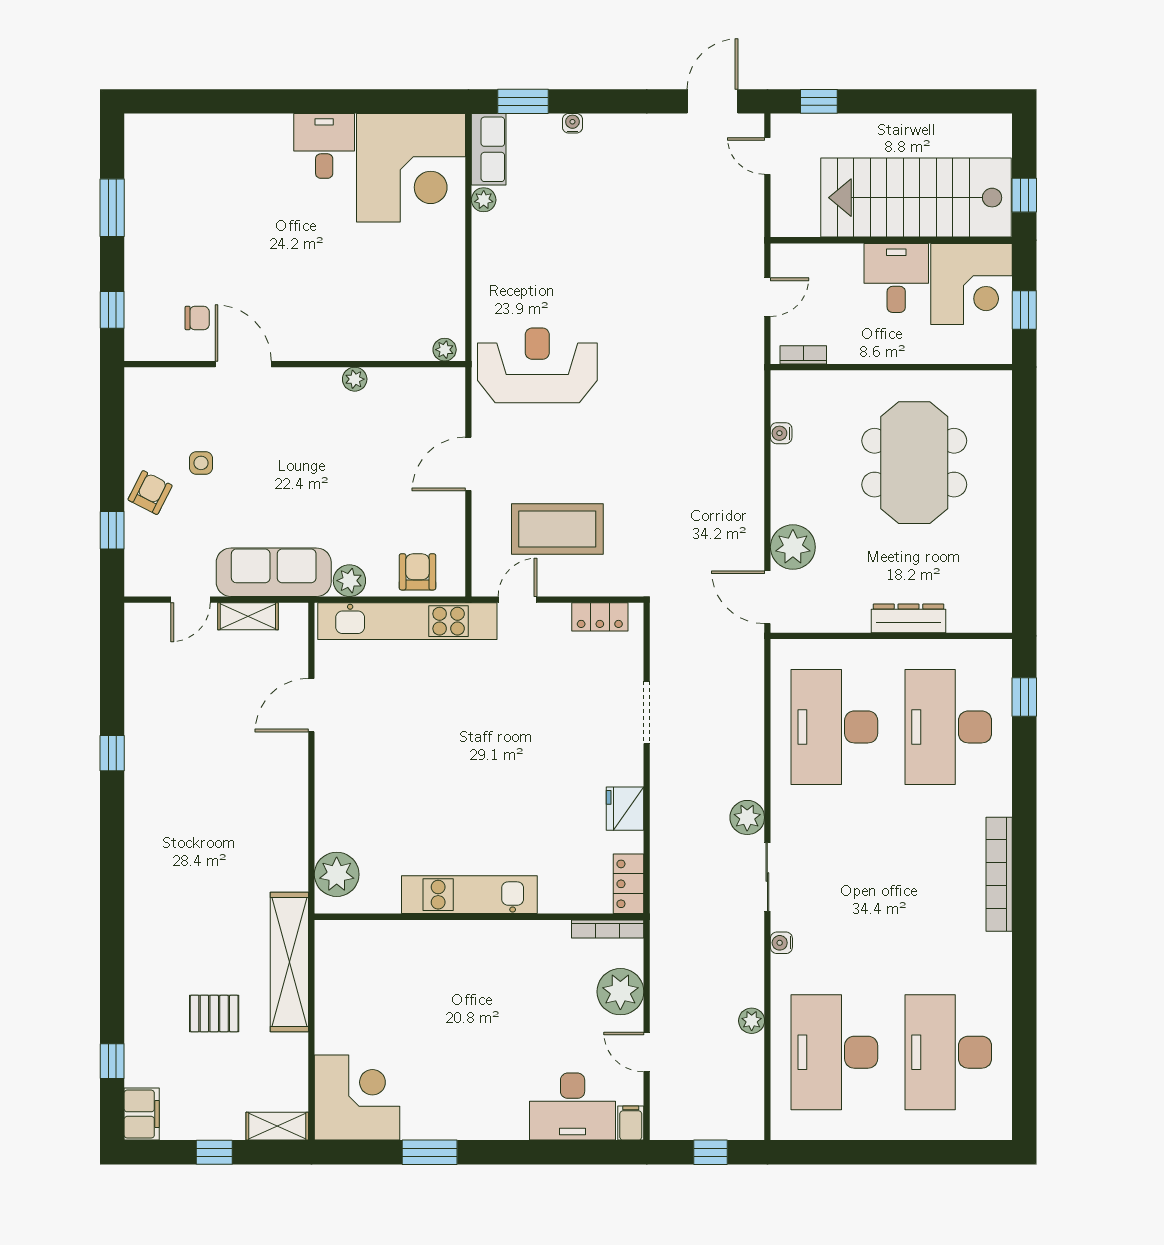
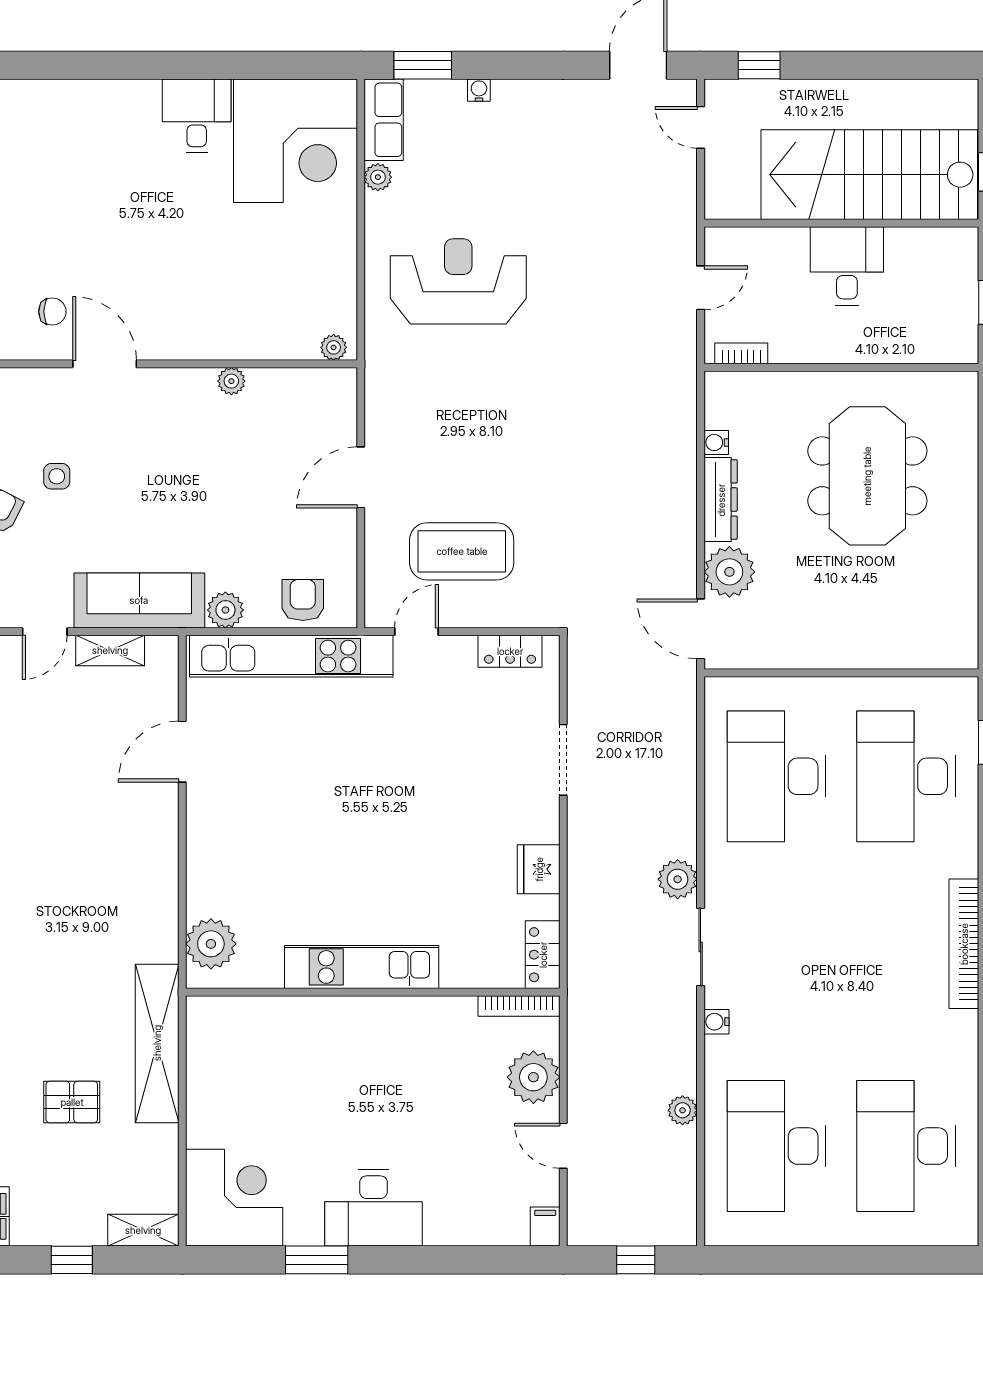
corner desk: (971, 284) -> (932, 273), removed
reception desk: (537, 365) -> (458, 281), moved
dresser: (908, 618) -> (721, 500), moved, turned 90
desk: (573, 1107) -> (373, 1208), moved

